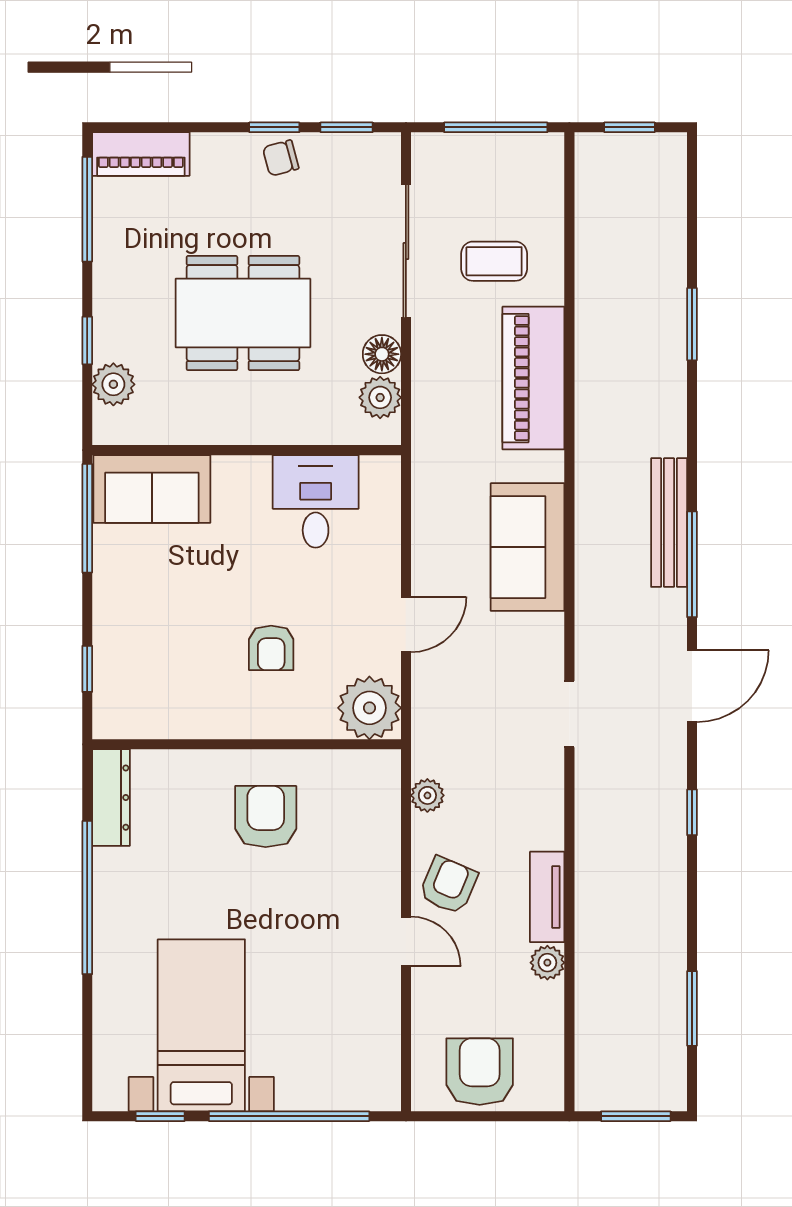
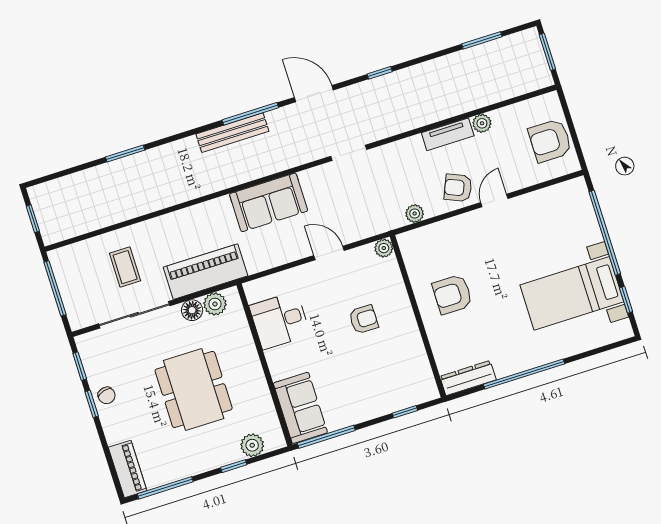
piano: (533, 378) -> (206, 272), moved, turned 180
plant: (369, 708) -> (384, 248), width x0.53, depth x0.53

